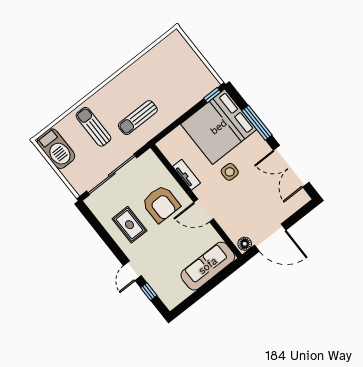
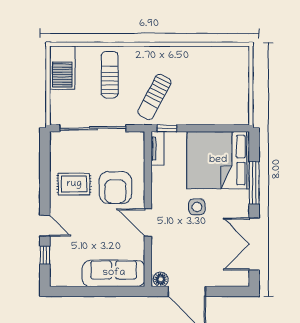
window: (212, 95) -> (167, 128), moved
sun lounger: (138, 118) -> (154, 97), turned -62
tv unit: (187, 175) -> (158, 148), moved
rug: (130, 225) -> (74, 184), turned 90
door: (132, 271) -> (45, 226), swing flipped

